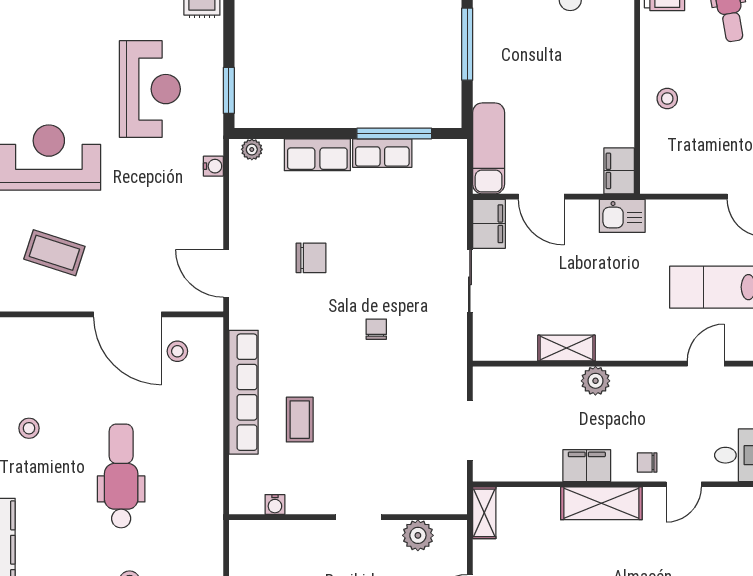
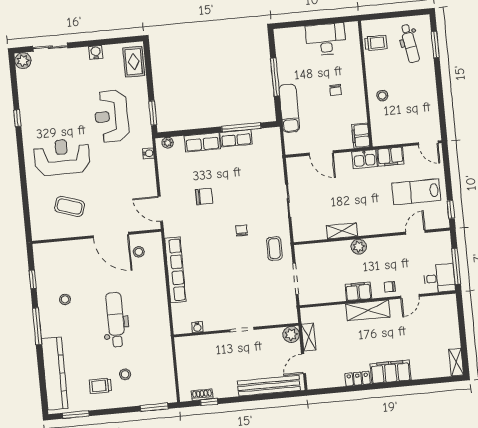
chair: (580, 79) -> (336, 90), added
reception desk: (150, 89) -> (111, 116), turned 180
exam couch: (489, 148) -> (289, 108), moved
filing cabinet: (489, 224) -> (390, 157), moved, turned 90
coffee table: (300, 420) -> (274, 249), moved
shelving: (484, 513) -> (309, 337), moved
plant: (418, 535) -> (291, 335), moved

